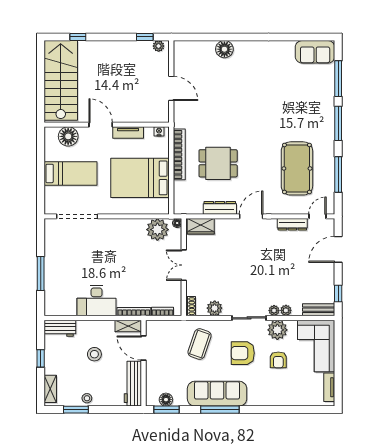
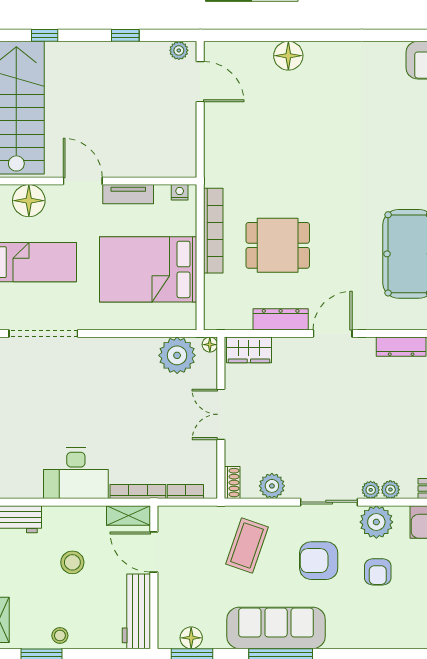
window: (145, 37) -> (125, 35), moved
door: (171, 88) -> (200, 82), moved

